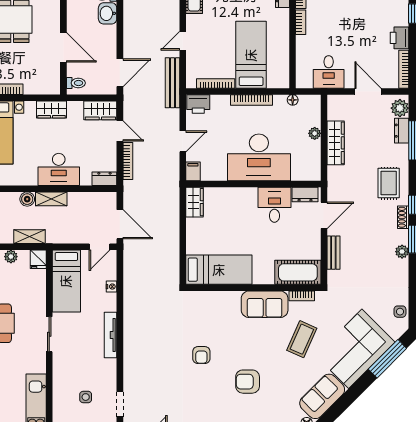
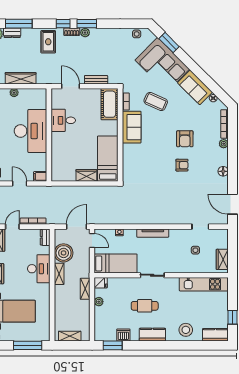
rug: (389, 183) -> (48, 42), turned 90
dresser: (305, 194) -> (56, 99), removed
boiler: (27, 199) -> (64, 253), moved, width x1.86, depth x1.86
wardrobe: (194, 202) -> (86, 175), moved
plant: (402, 252) -> (85, 33), moved
armchair: (201, 355) -> (182, 165), moved
window: (387, 359) -> (169, 43), width x0.69

